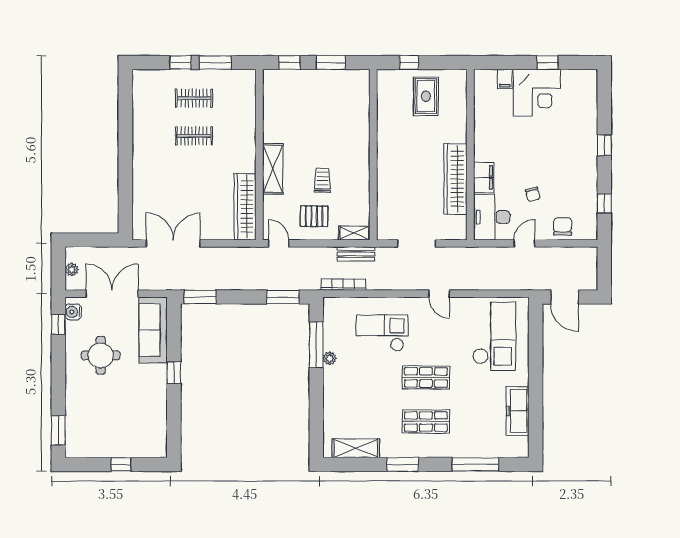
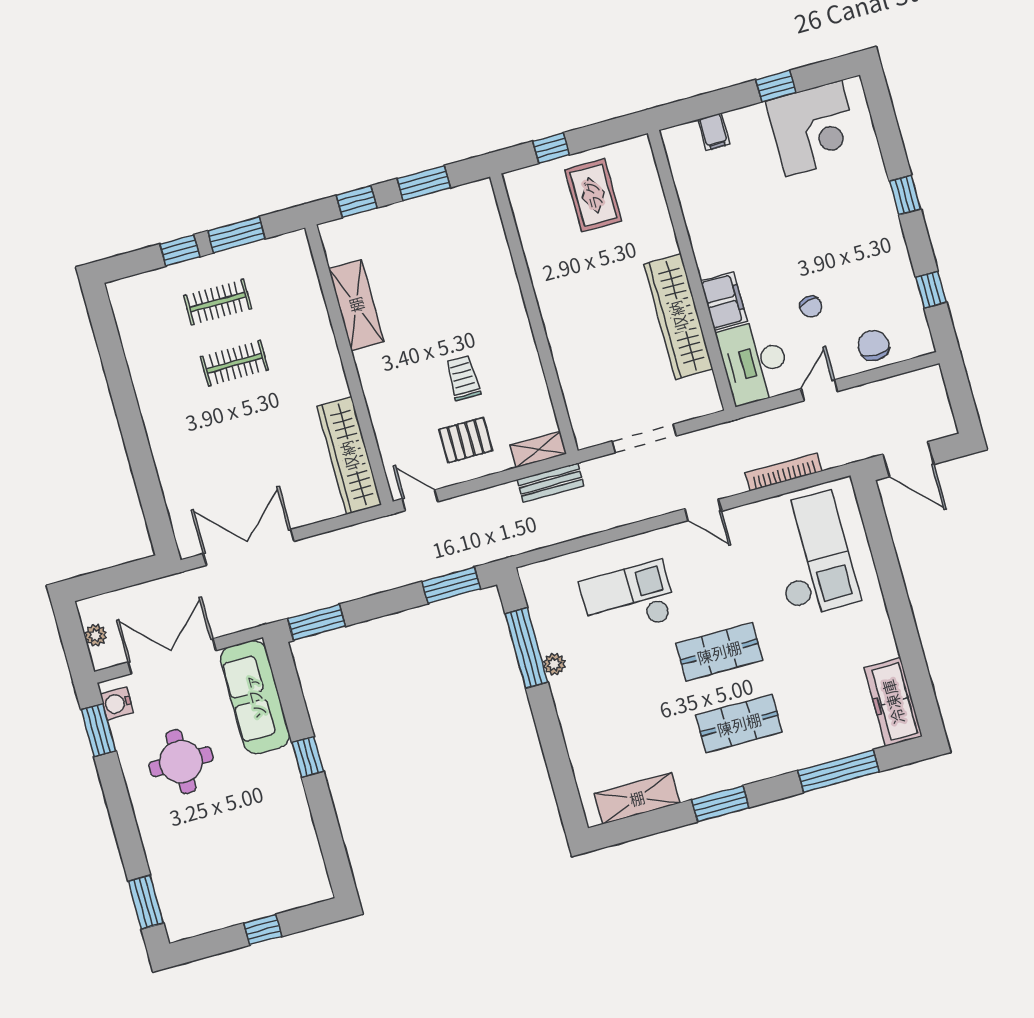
corner desk: (537, 93) -> (814, 128), moved
shelving: (273, 169) -> (356, 305), moved
bookcase: (343, 285) -> (784, 472), moved
window: (58, 324) -> (98, 730), width x1.50
freezer: (518, 411) -> (893, 702), moved

